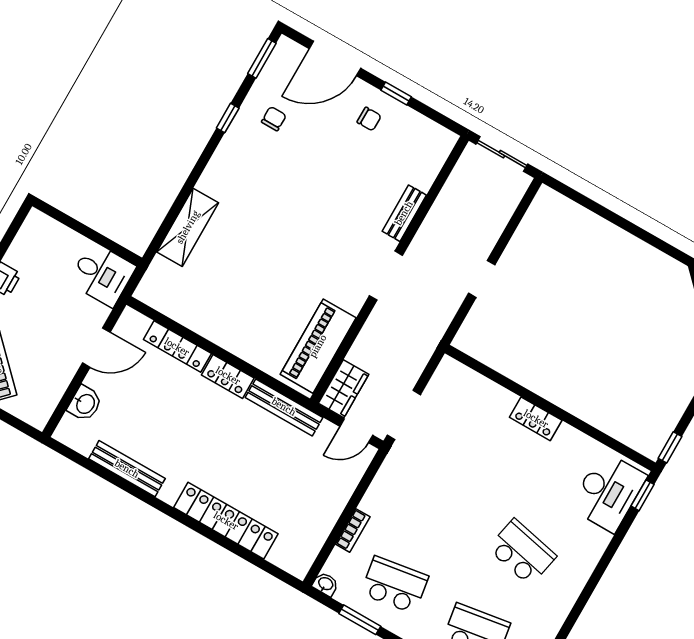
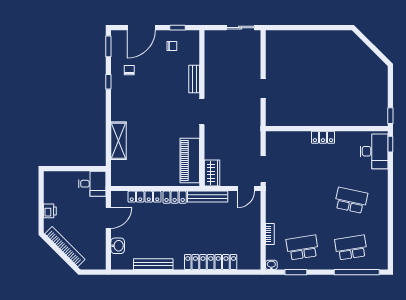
bench: (404, 213) -> (194, 79), moved
wall: (389, 270) -> (202, 108), moved
doorway: (386, 276) -> (202, 112), moved
piano: (318, 346) -> (190, 160), moved
wardrobe: (344, 389) -> (212, 173), moved

